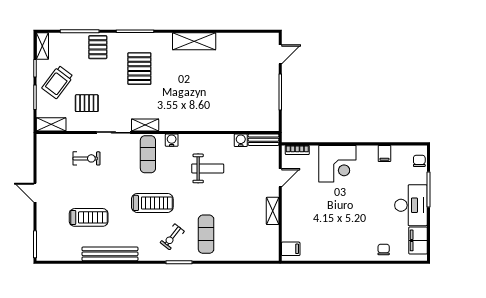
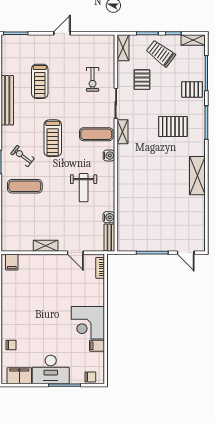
corner desk: (337, 164) -> (88, 323), moved

